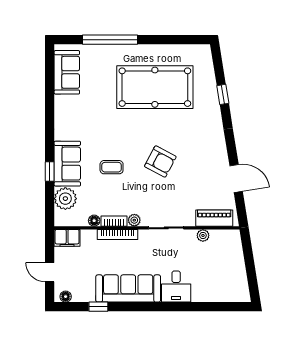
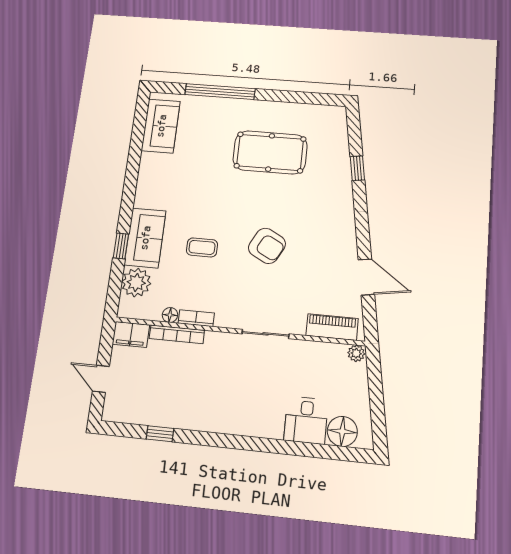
pool table: (155, 87) -> (270, 152), width x0.73, depth x0.76
plant: (134, 220) -> (224, 319), removed
bookcase: (117, 234) -> (177, 334), moved
plant: (203, 235) -> (356, 353), moved
desk: (176, 286) -> (306, 420), moved
sofa: (128, 288) -> (204, 412), removed
floor lamp: (66, 297) -> (342, 431), moved, width x1.89, depth x1.89

